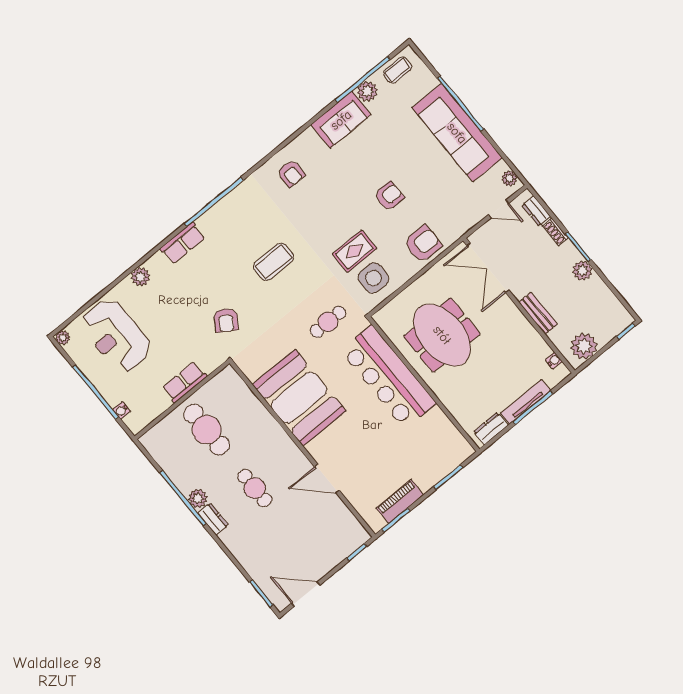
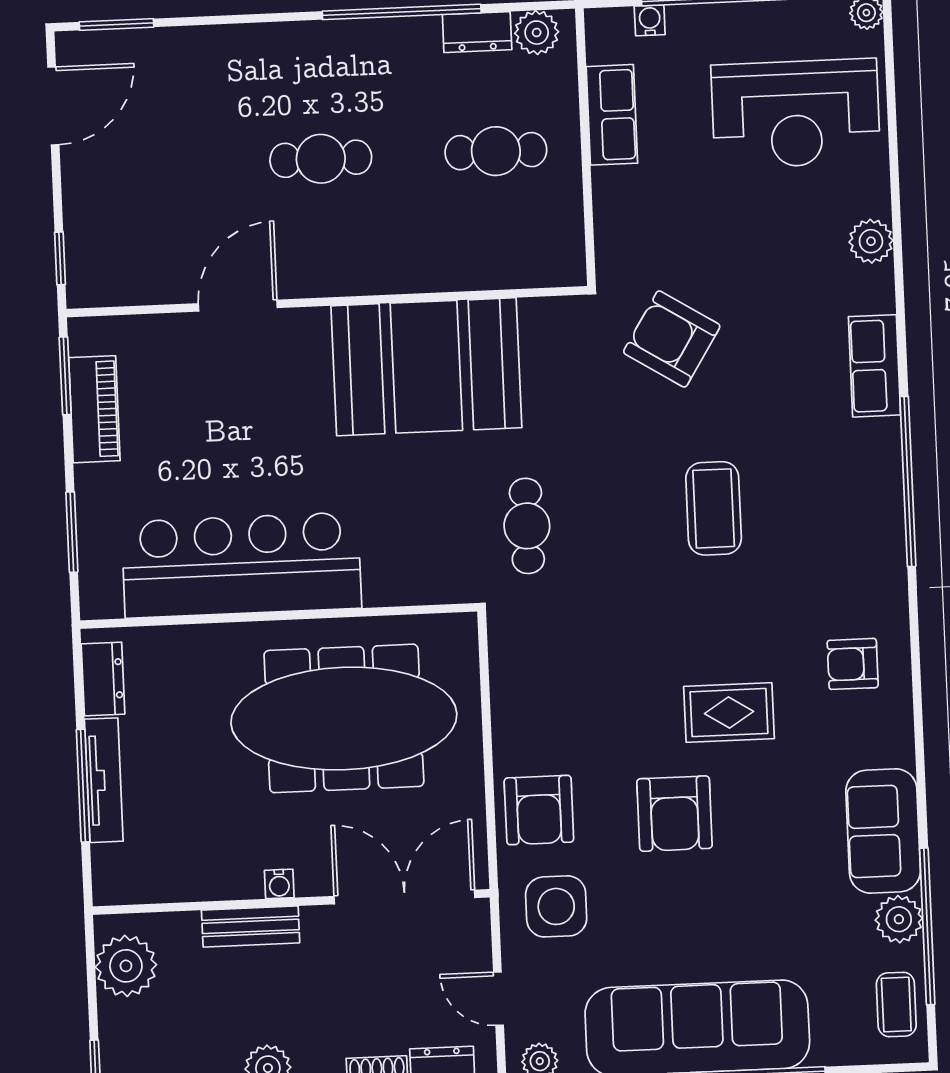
armchair: (389, 196) -> (675, 814), width x1.38, depth x1.38
door: (499, 209) -> (499, 999), hinge flipped
rug: (354, 251) -> (729, 713), moved, turned 90
side table: (373, 278) -> (556, 906), moved
armchair: (226, 320) -> (672, 339), width x1.38, depth x1.38
meeting table: (442, 335) -> (344, 718), width x1.36
reception desk: (116, 336) -> (796, 114), turned 180
water cooler: (554, 361) -> (279, 884), moved
bar counter: (388, 377) -> (241, 565), moved
row of seats: (185, 382) -> (612, 115), moved
cafe table: (207, 430) -> (496, 151), width x0.73, depth x0.74
plant: (198, 498) -> (537, 33), moved
dresser: (213, 519) -> (477, 32), moved

